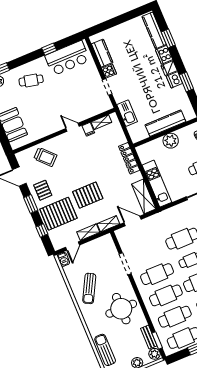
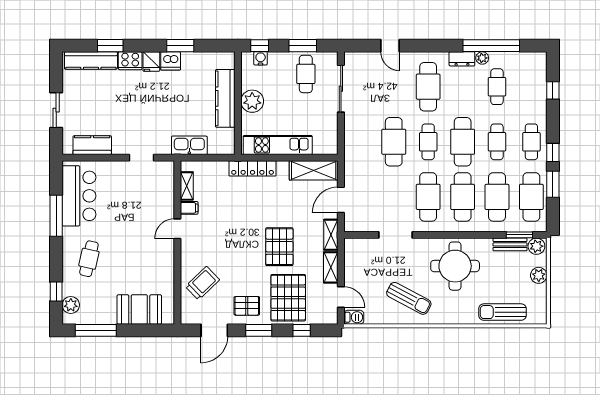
sliding door: (114, 22) -> (56, 110), added
window: (49, 49) -> (56, 216), width x2.17
cooker: (109, 71) -> (121, 146), removed
kitchen unit: (157, 184) -> (278, 145), moved

